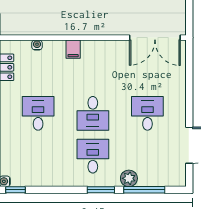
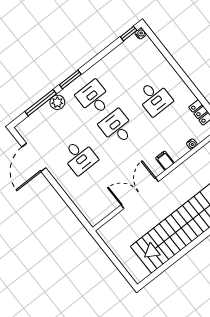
double door: (155, 38) -> (140, 193), moved
desk: (93, 156) -> (94, 98), turned 180

